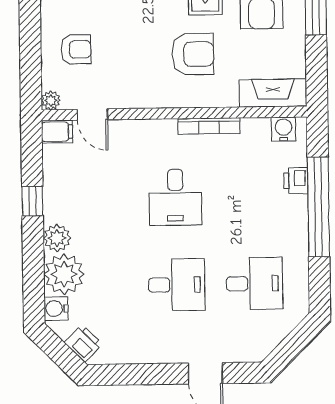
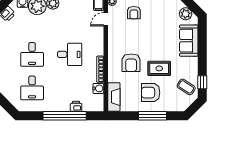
water cooler: (284, 129) -> (98, 88), moved
desk: (175, 197) -> (70, 54), turned 180

